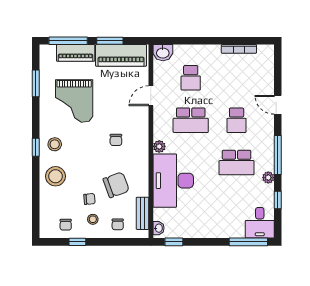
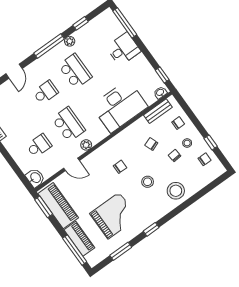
window: (110, 41) -> (44, 207), moved
stool: (55, 144) -> (148, 182), moved
plant: (159, 146) -> (86, 145), moved
window: (36, 147) -> (151, 229), moved
chair: (116, 185) -> (151, 144), width x0.54, depth x0.54
desk: (260, 223) -> (123, 49), moved

